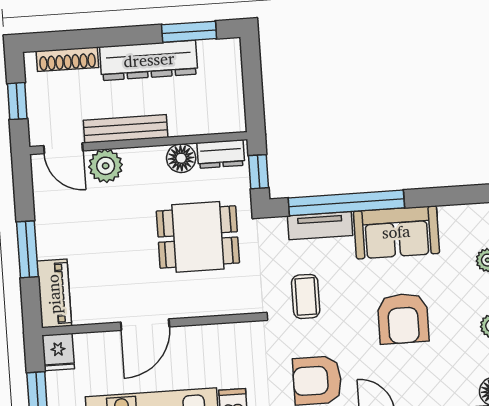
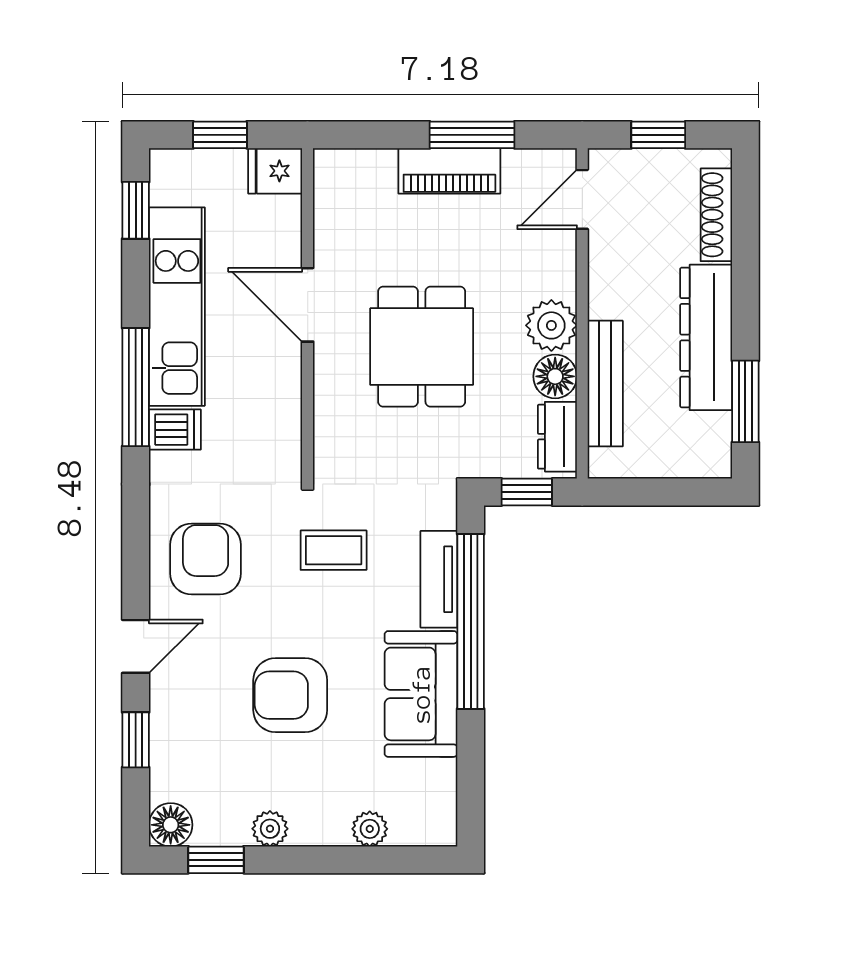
bench: (126, 129) -> (605, 384), moved
plant: (106, 166) -> (551, 325), moved
dining table: (198, 237) -> (422, 347), moved
window: (27, 249) -> (472, 135), moved
piano: (54, 294) -> (449, 171), moved

